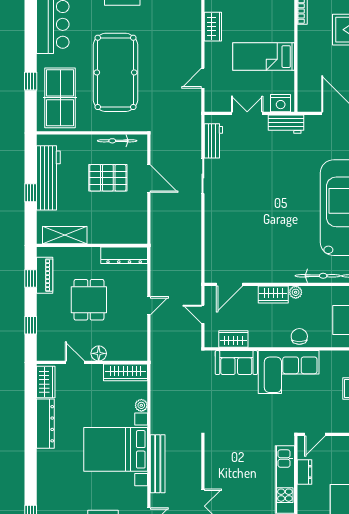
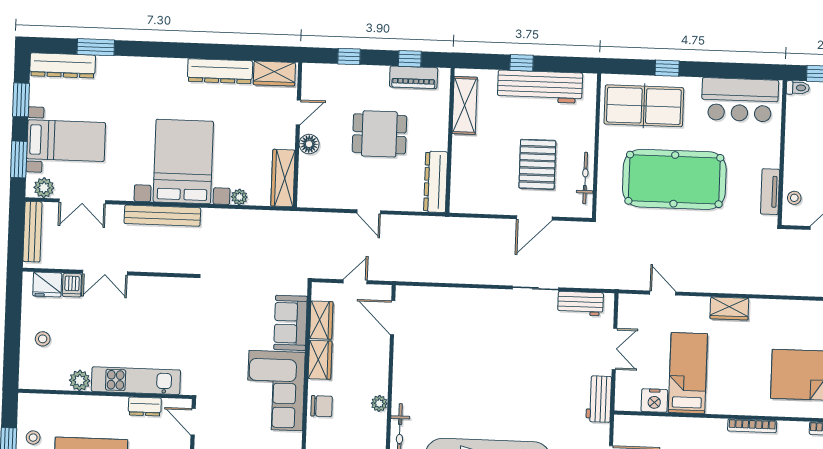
nightstand: (281, 103) -> (654, 401), moved, turned -90
wardrobe: (273, 295) -> (320, 360), moved, turned 180

